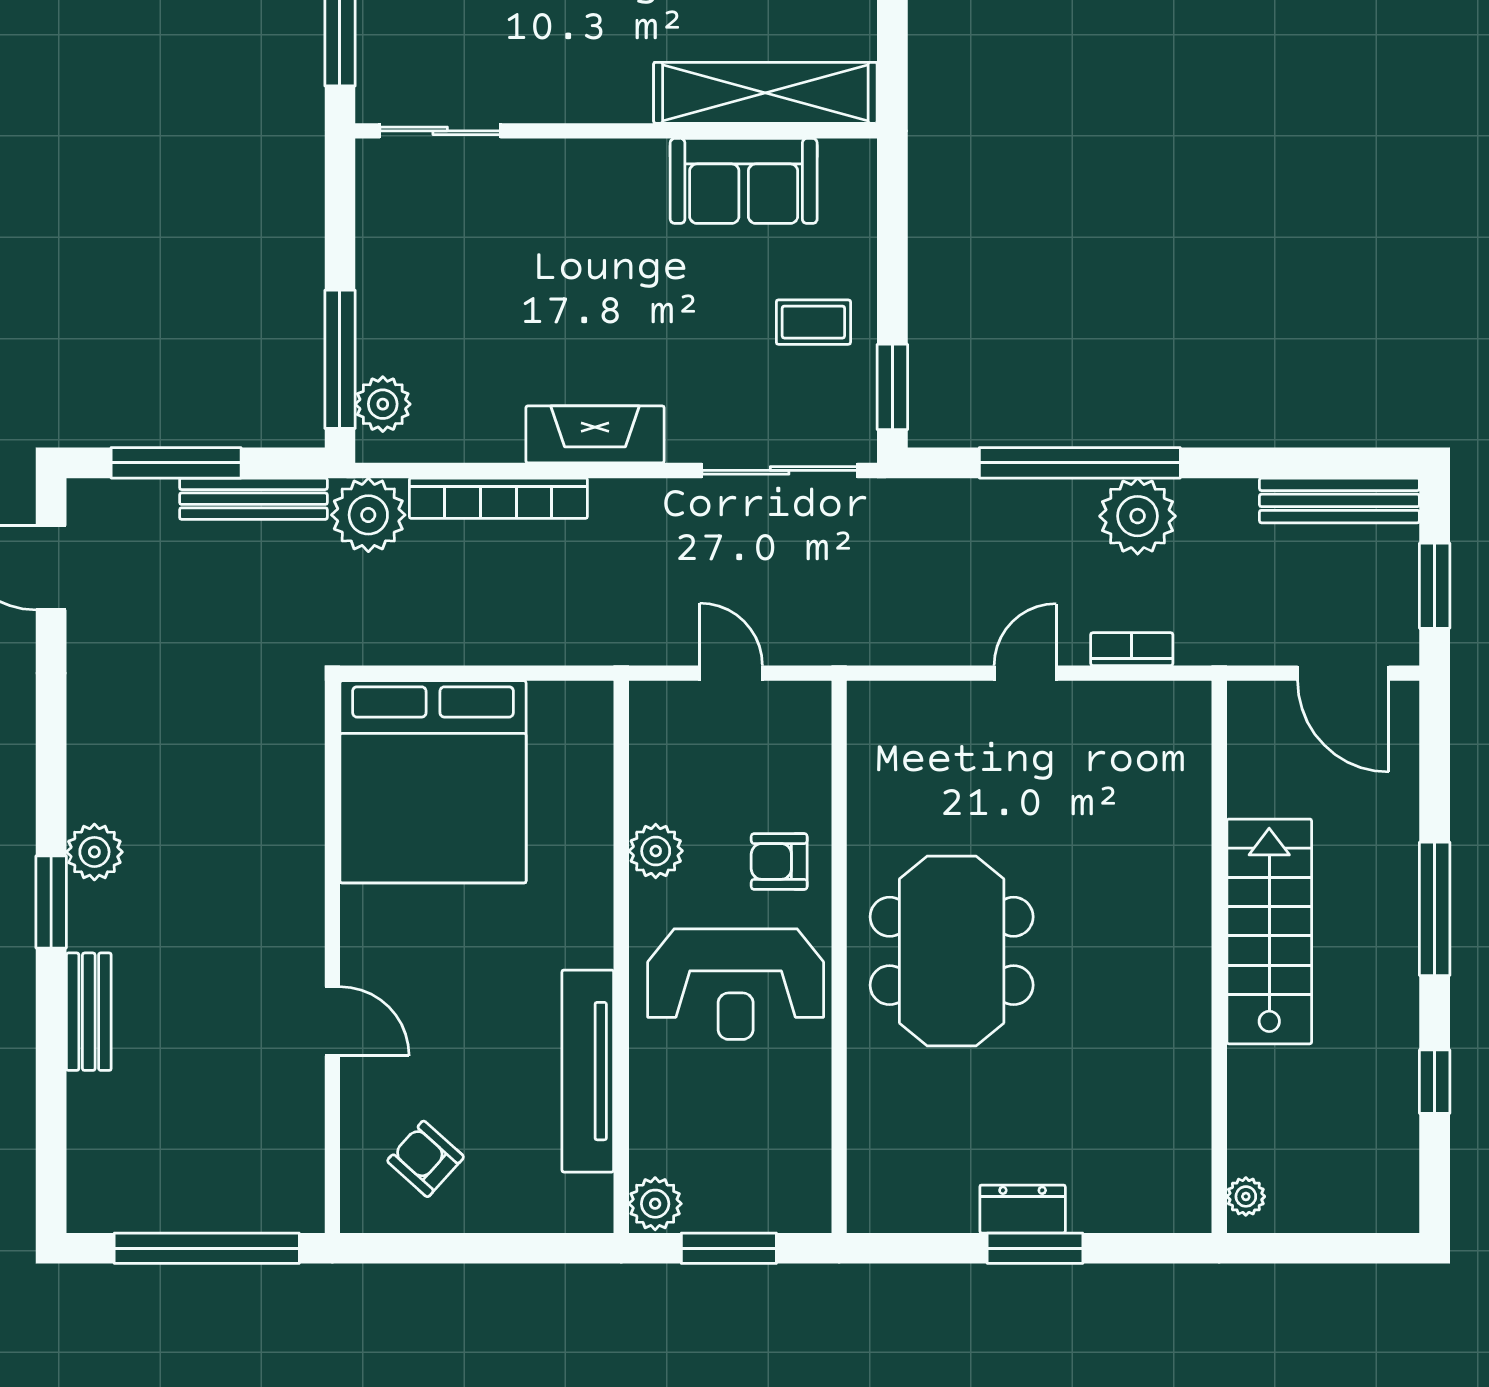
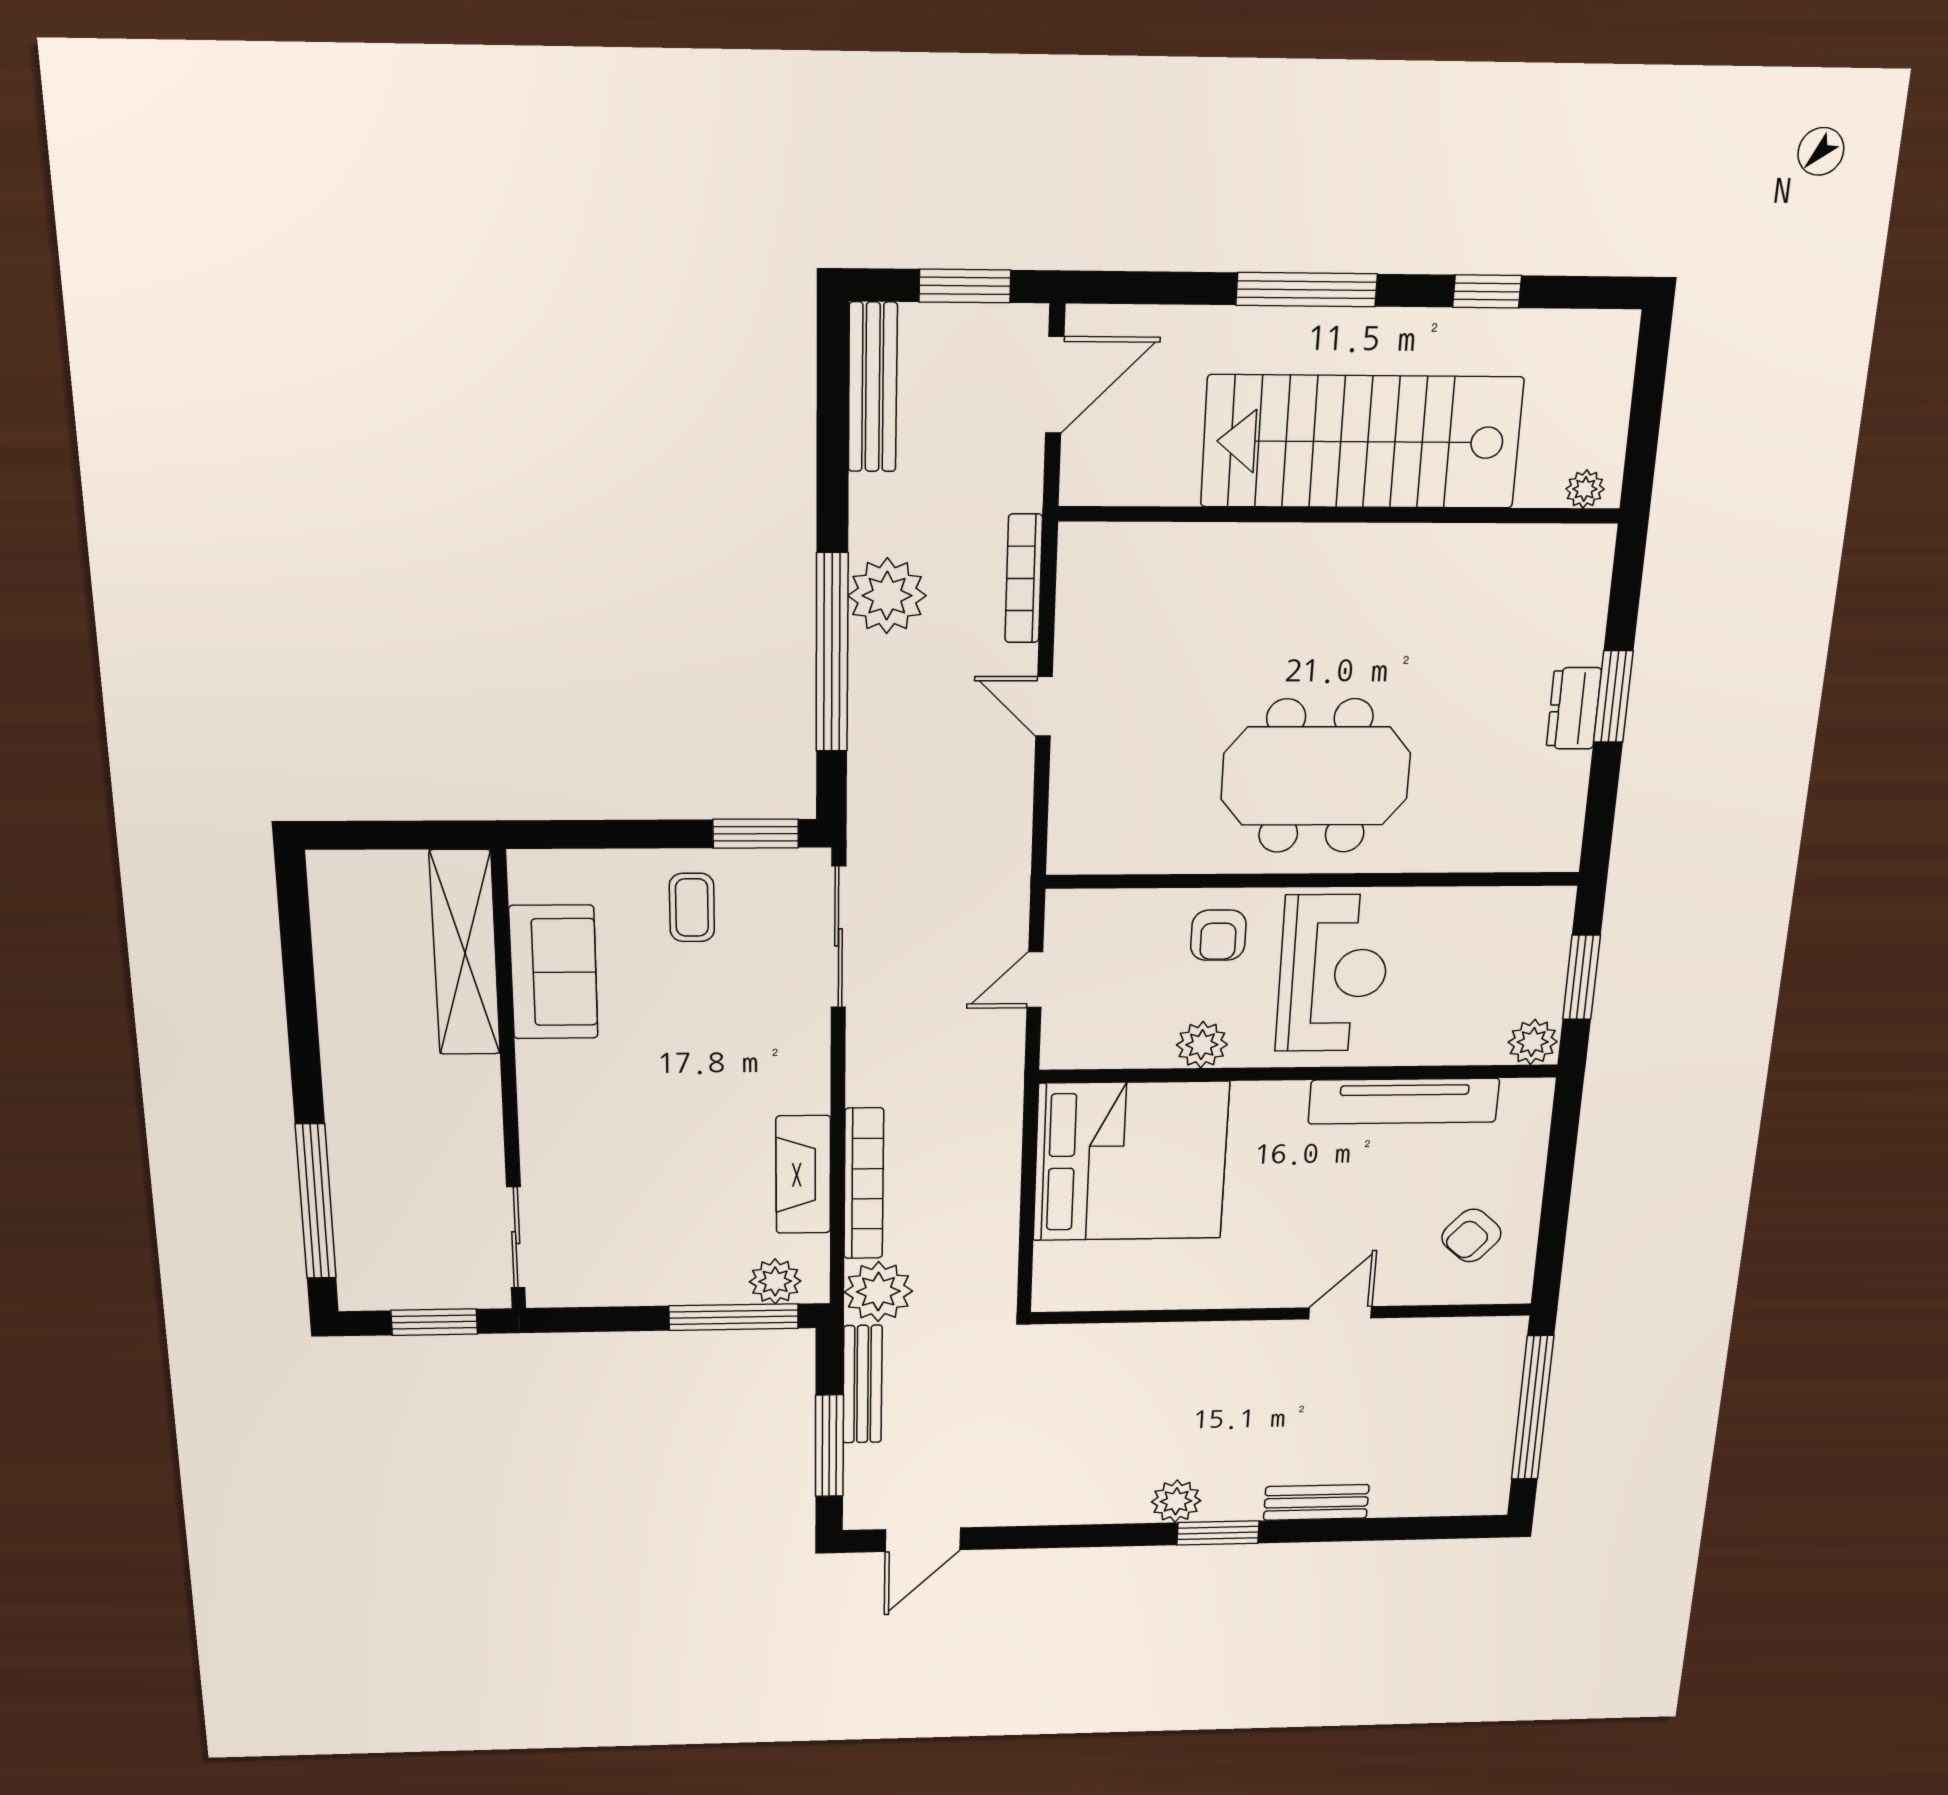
fireplace: (595, 434) -> (803, 1175), moved
bookcase: (1132, 649) -> (1024, 579), width x1.56
bed: (433, 782) -> (1131, 1161), moved
stairs: (1269, 931) -> (1362, 442), width x1.36, depth x1.51

